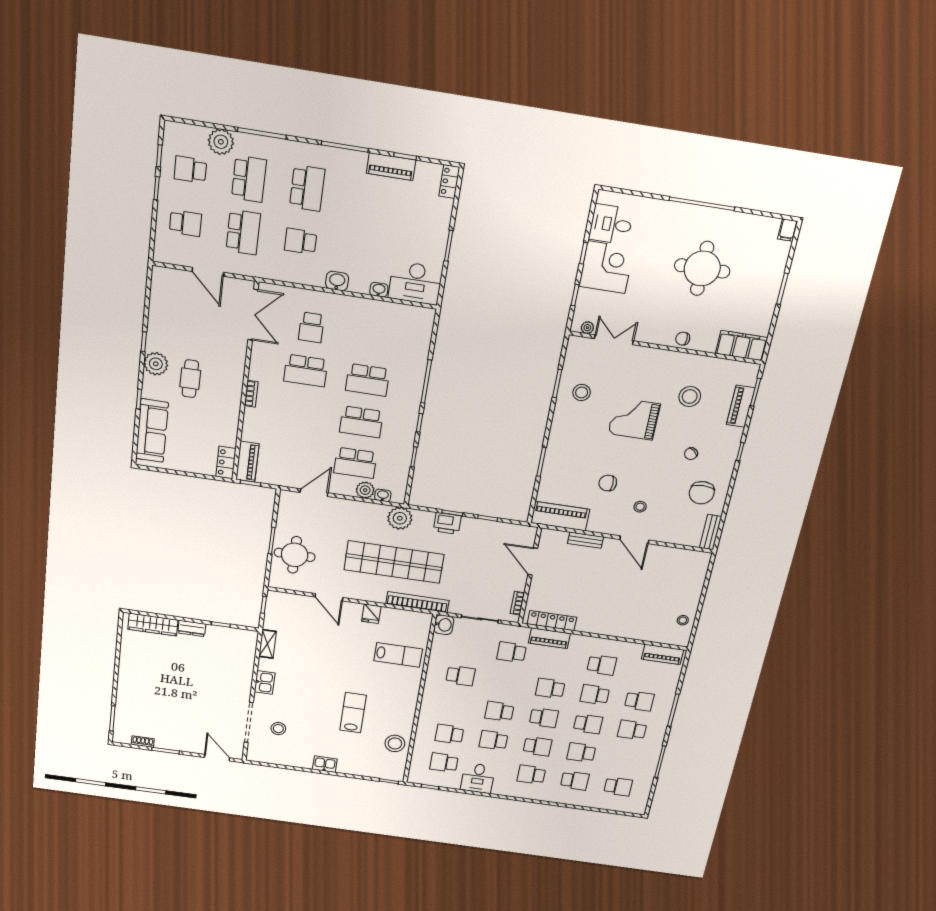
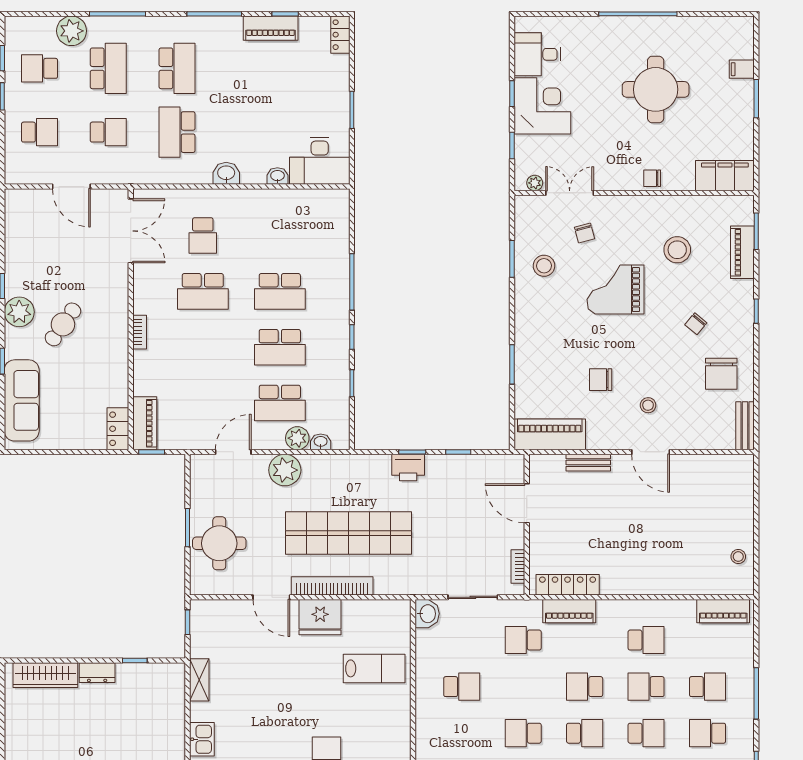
filing cabinet: (788, 230) -> (742, 69), moved, turned 90
school desk: (243, 232) -> (108, 132), width x0.54
school desk: (301, 241) -> (177, 132), width x1.85
chair: (619, 372) -> (585, 233), added
cafe table: (190, 379) -> (63, 324), turned 35
plant: (400, 518) -> (285, 470), moved
bookcase: (417, 602) -> (332, 586), moved
fridge: (371, 614) -> (320, 617), width x1.88, depth x1.34

